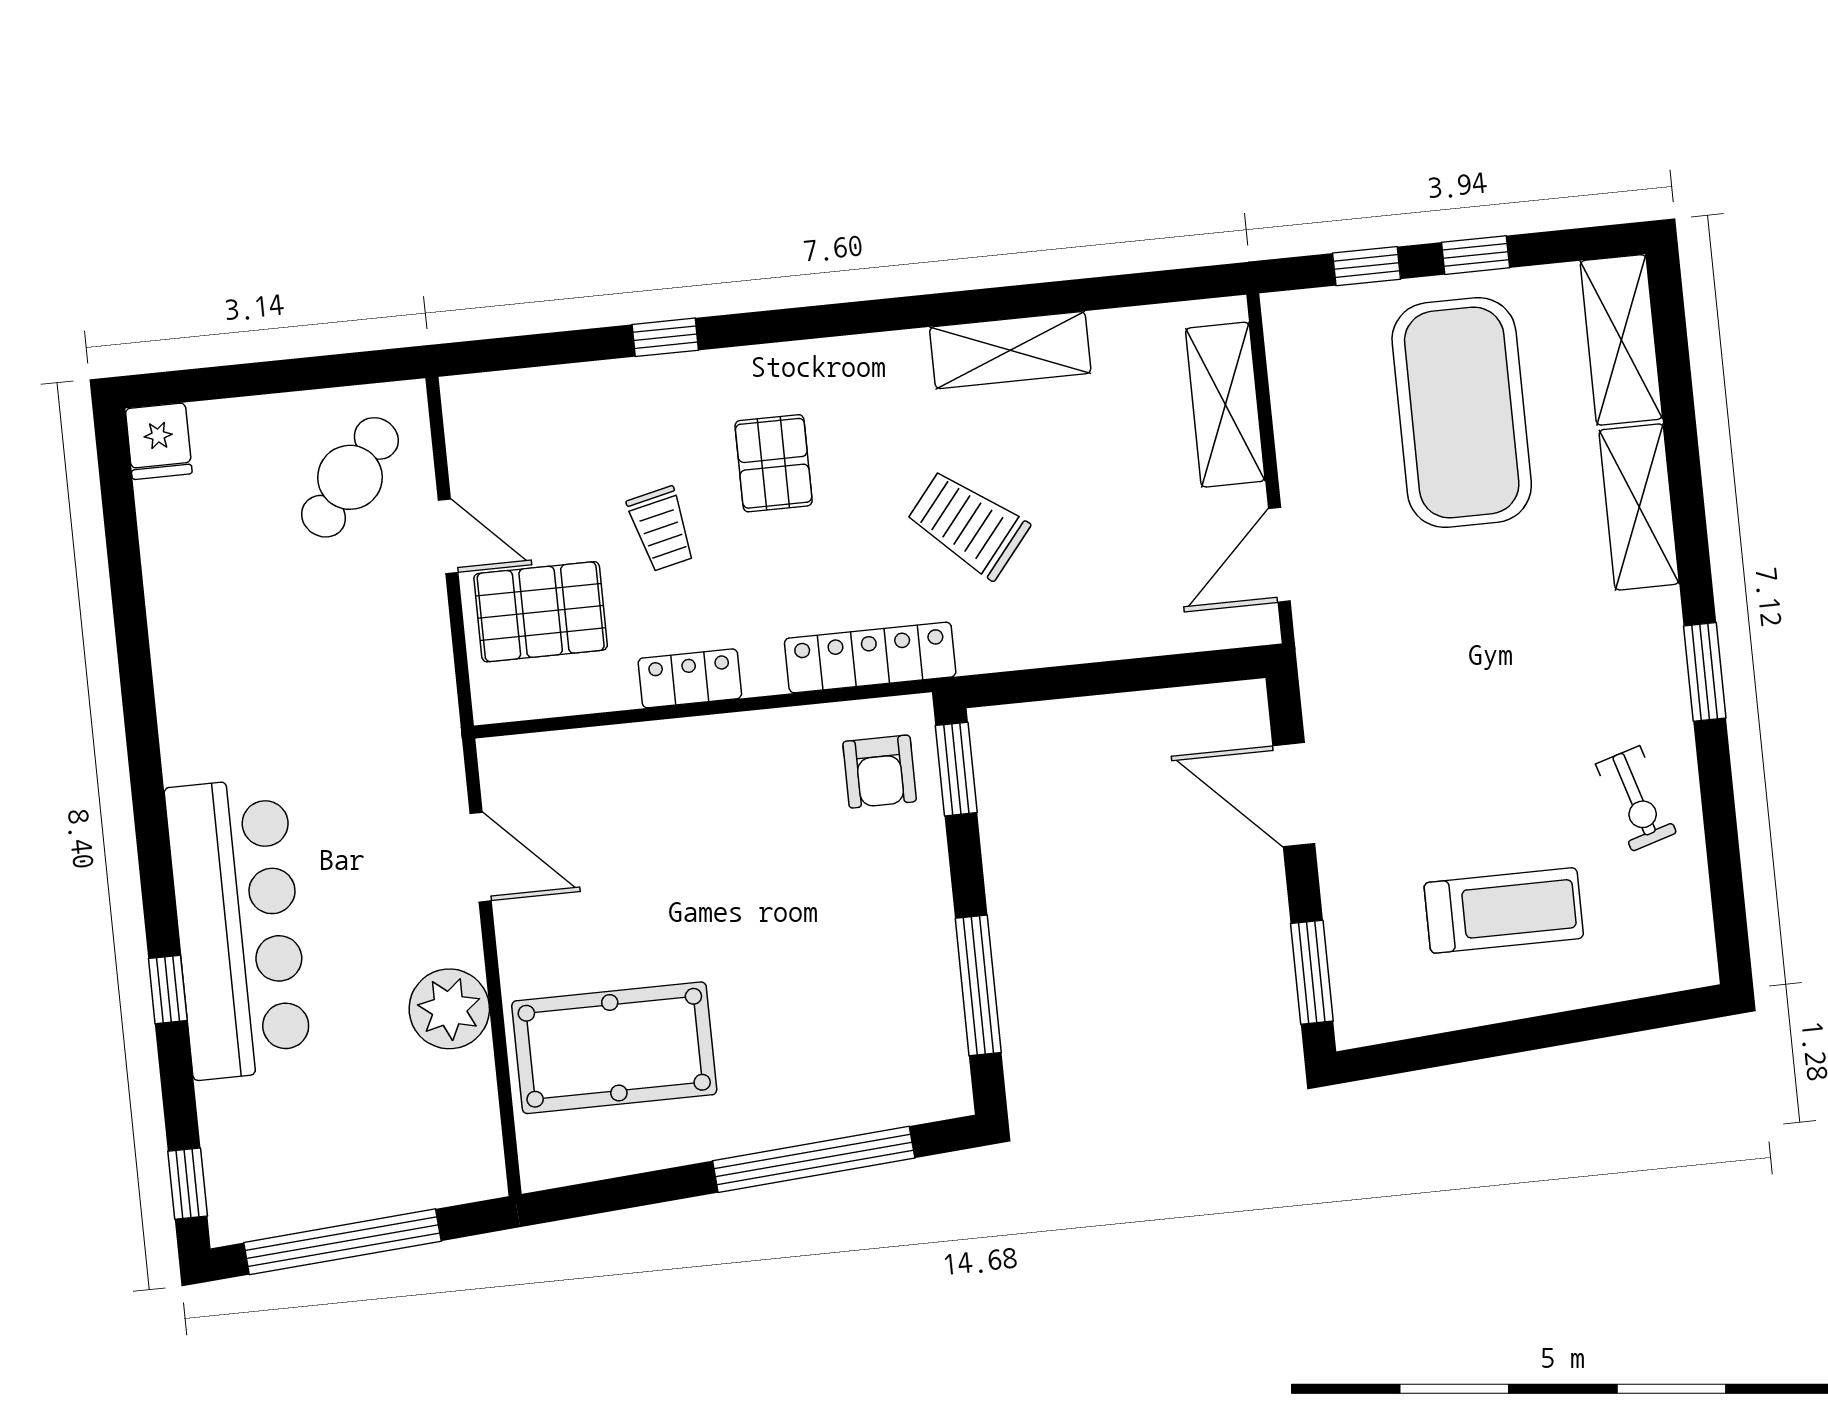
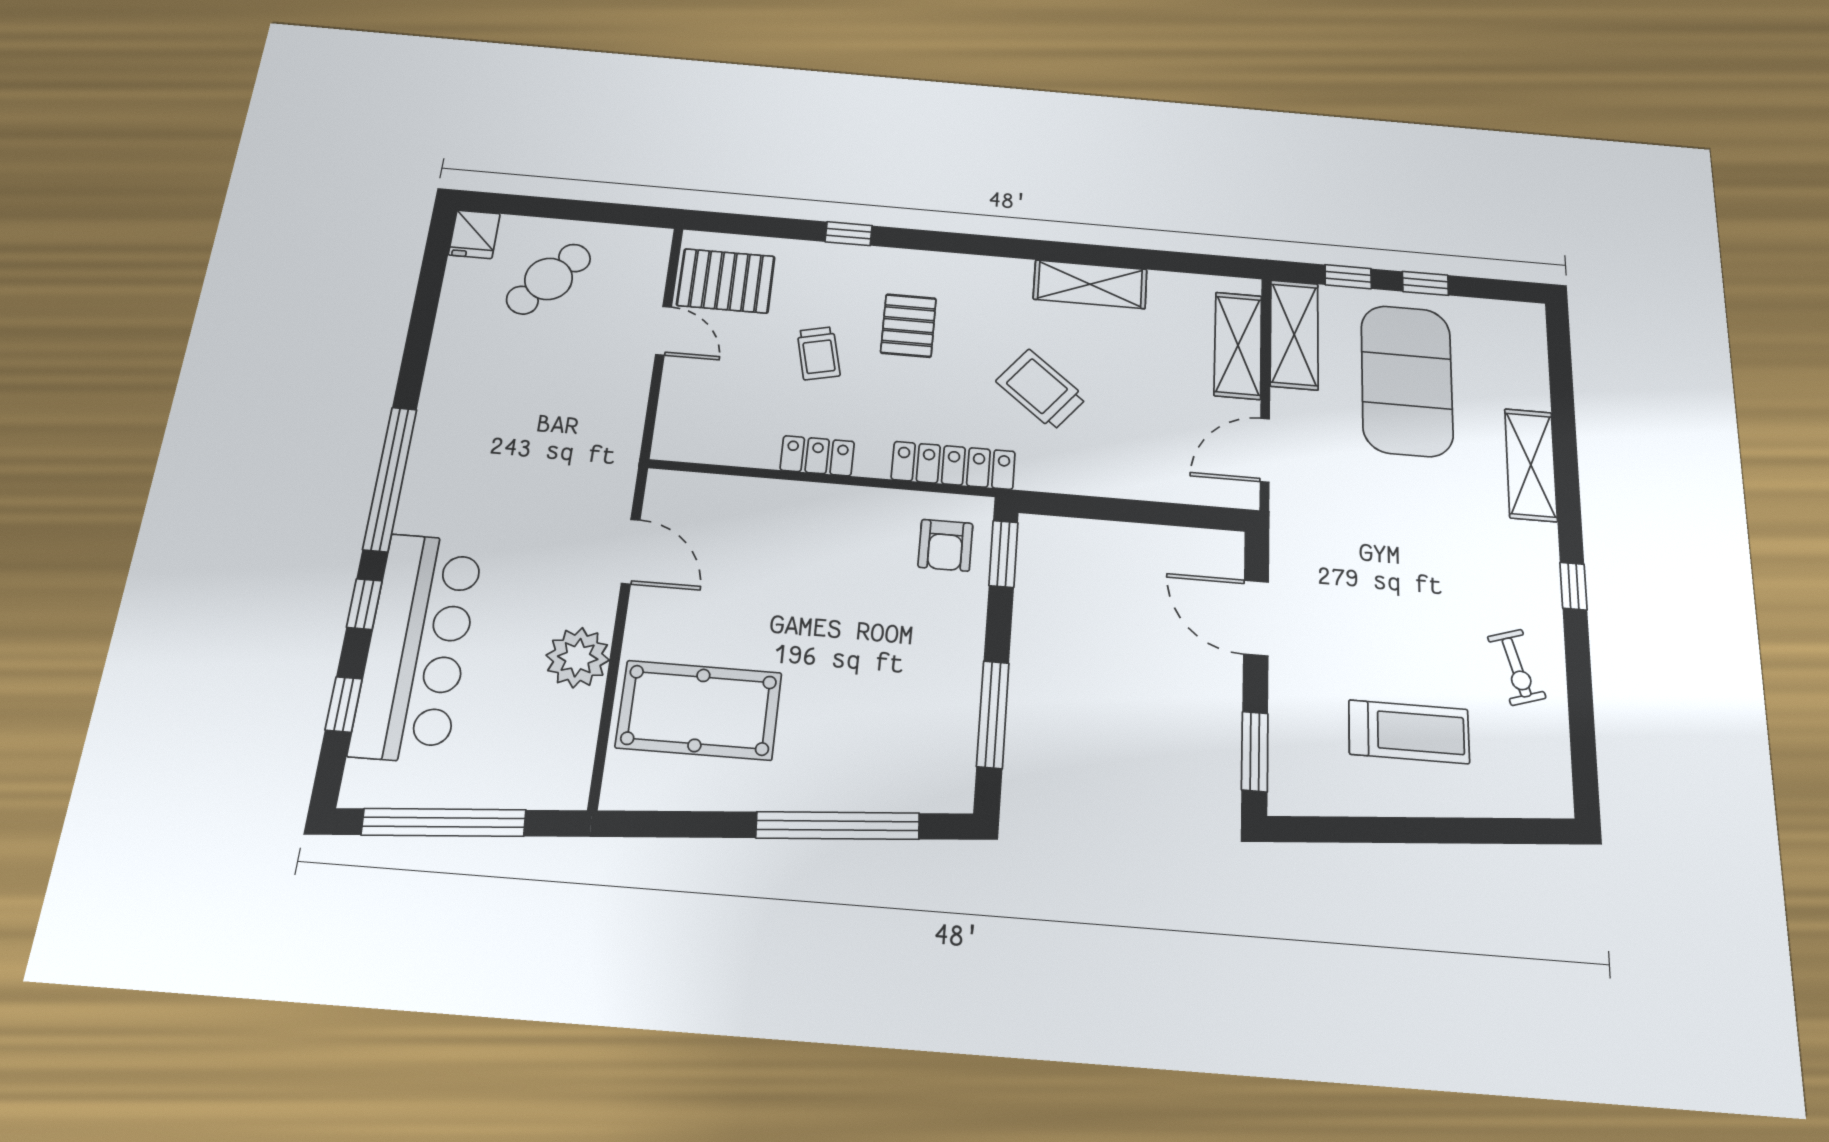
shelving: (1621, 340) -> (1294, 335), moved
cafe table: (350, 477) -> (549, 279), moved
pallet: (541, 612) -> (726, 281), moved
window: (1705, 672) -> (1573, 586), width x0.67
window: (150, 817) -> (390, 479), added
bar counter: (238, 928) -> (417, 647), moved
window: (188, 1184) -> (344, 704), moved

